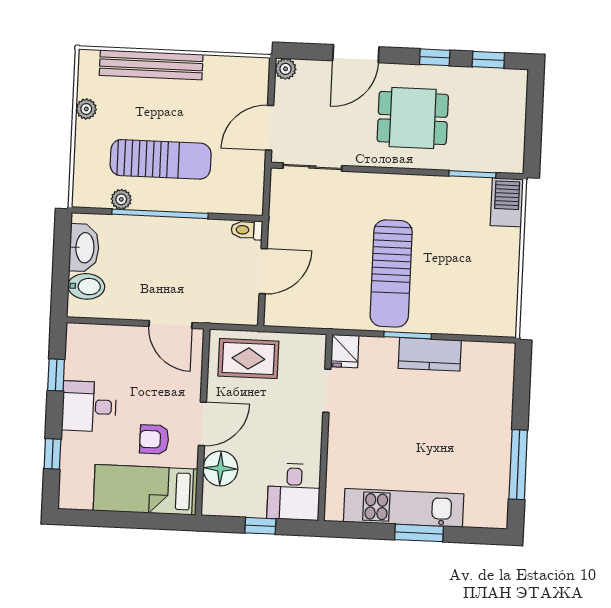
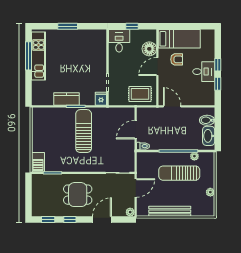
bench: (151, 65) -> (170, 211), moved
window: (52, 454) -> (218, 65), moved
kitchen unit: (404, 508) -> (38, 56), moved, turned -90

